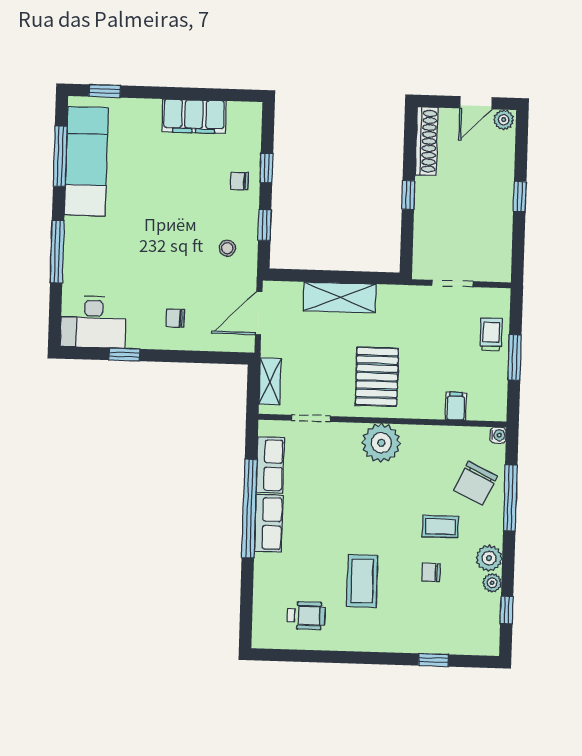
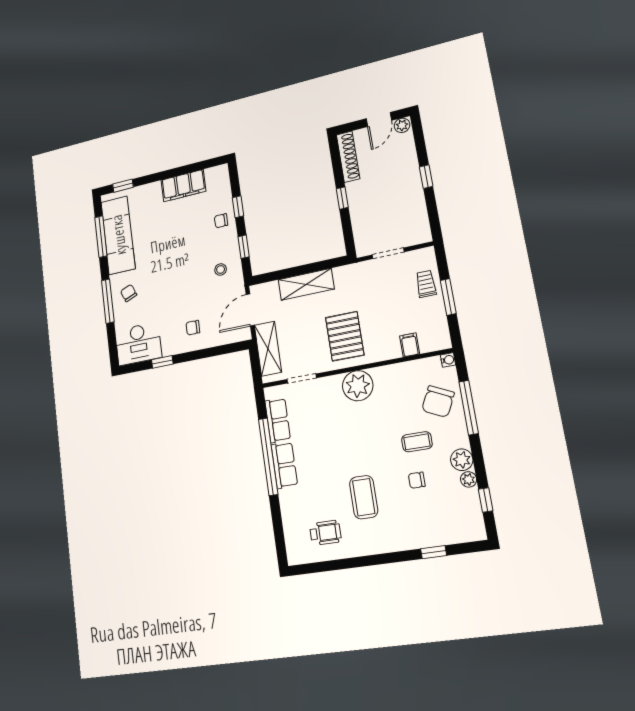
chair: (90, 248) -> (129, 293), added
shelving: (270, 381) -> (268, 349), width x1.50, depth x1.33

